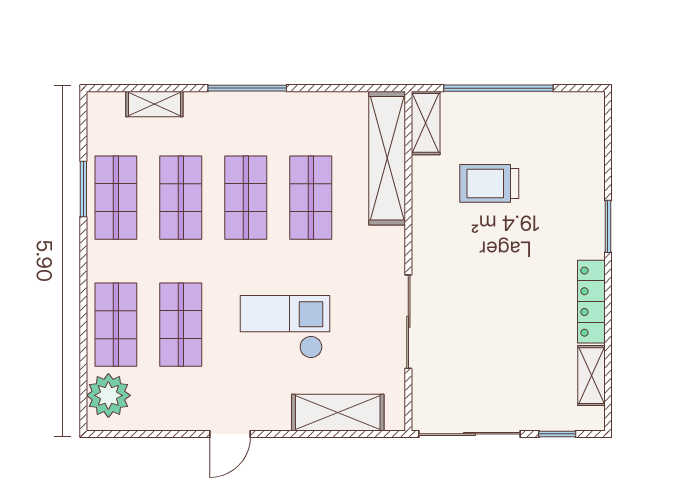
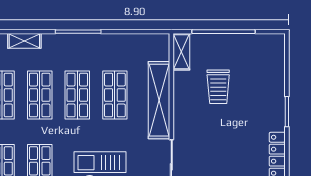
shelving: (387, 158) -> (159, 100), moved
trolley: (489, 183) -> (218, 87), turned -90

